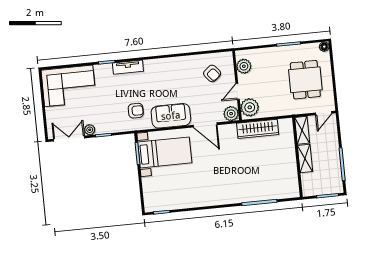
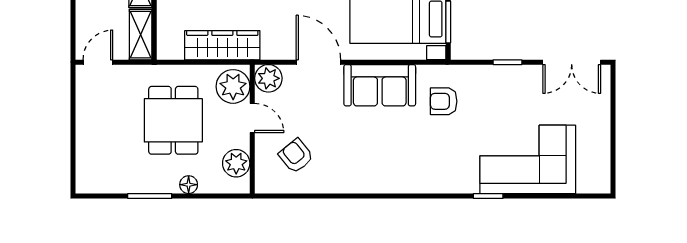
floor lamp: (324, 47) -> (189, 185), moved
tv unit: (128, 67) -> (450, 183), removed
dining table: (305, 80) -> (173, 120), moved
corner sofa: (69, 86) -> (528, 159), moved
door: (238, 91) -> (252, 118), hinge flipped
plant: (90, 130) -> (532, 75), removed

